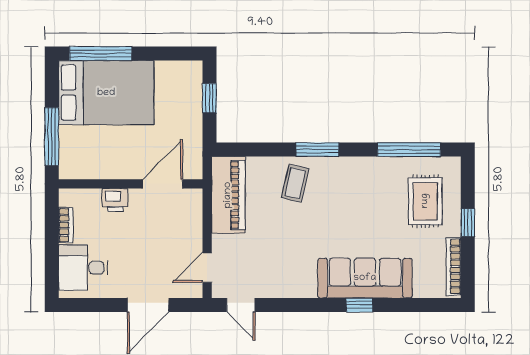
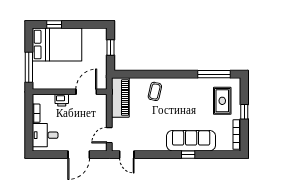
window: (101, 54) -> (54, 24), width x0.46
window: (317, 150) -> (166, 74), removed

